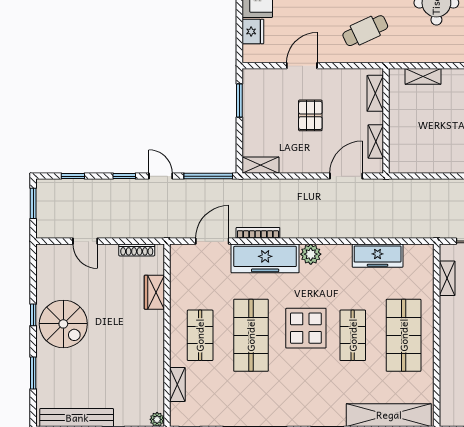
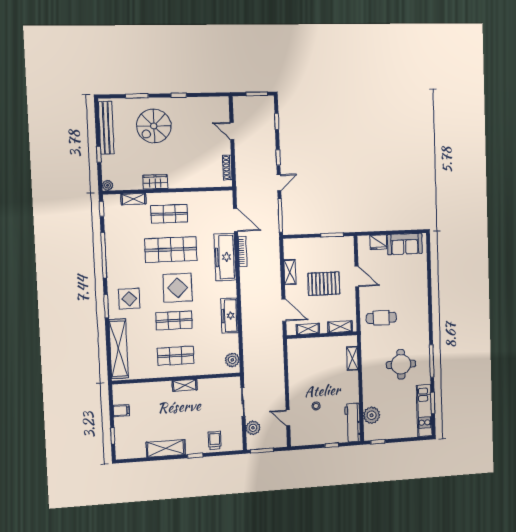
cafe table: (365, 31) -> (381, 318), turned -65
pallet: (310, 115) -> (324, 284), width x1.50, depth x1.42
shelving: (260, 165) -> (290, 272), moved
door: (85, 241) -> (232, 131), hinge flipped
plant: (311, 254) -> (232, 360), moved
freezer: (378, 256) -> (229, 316), moved
shelving: (447, 278) -> (185, 385), moved
wardrobe: (154, 292) -> (155, 182), moved
spiral stairs: (63, 324) -> (154, 126), moved
shop shelf: (404, 335) -> (176, 356), width x0.70, depth x0.74
display table: (318, 397) -> (129, 299), added

